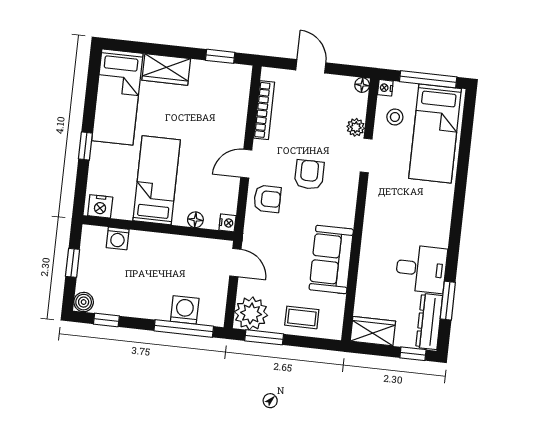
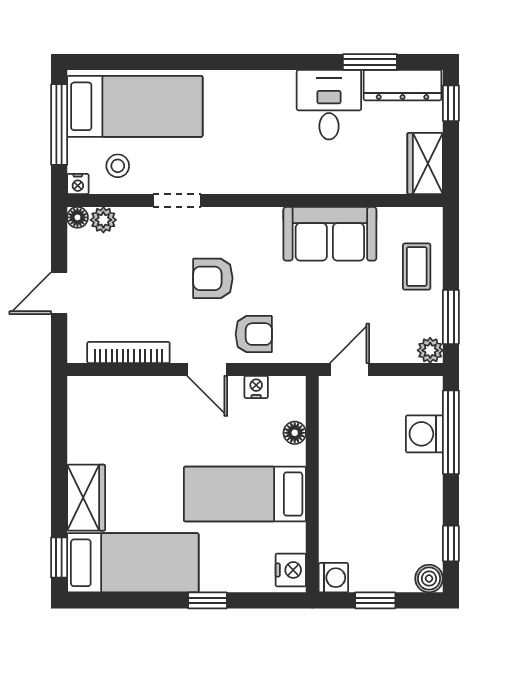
window: (220, 56) -> (59, 557), moved
plant: (356, 127) -> (103, 220), moved
armchair: (267, 199) -> (254, 334), turned 90
nightstand: (227, 223) -> (256, 387), moved
washing machine: (118, 238) -> (333, 578), moved
plant: (251, 313) -> (430, 350), width x0.53, depth x0.53

